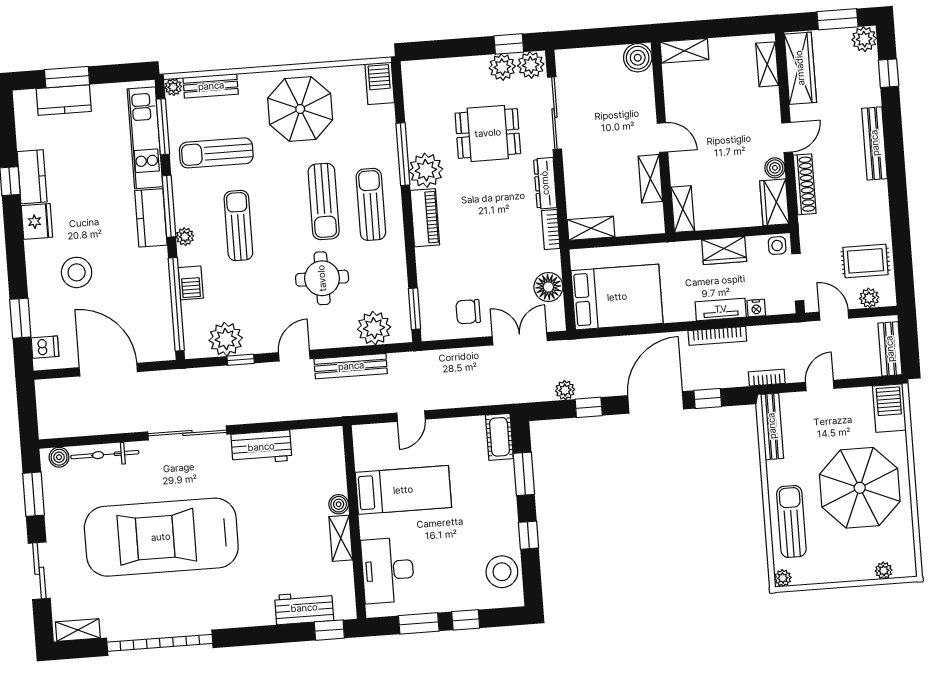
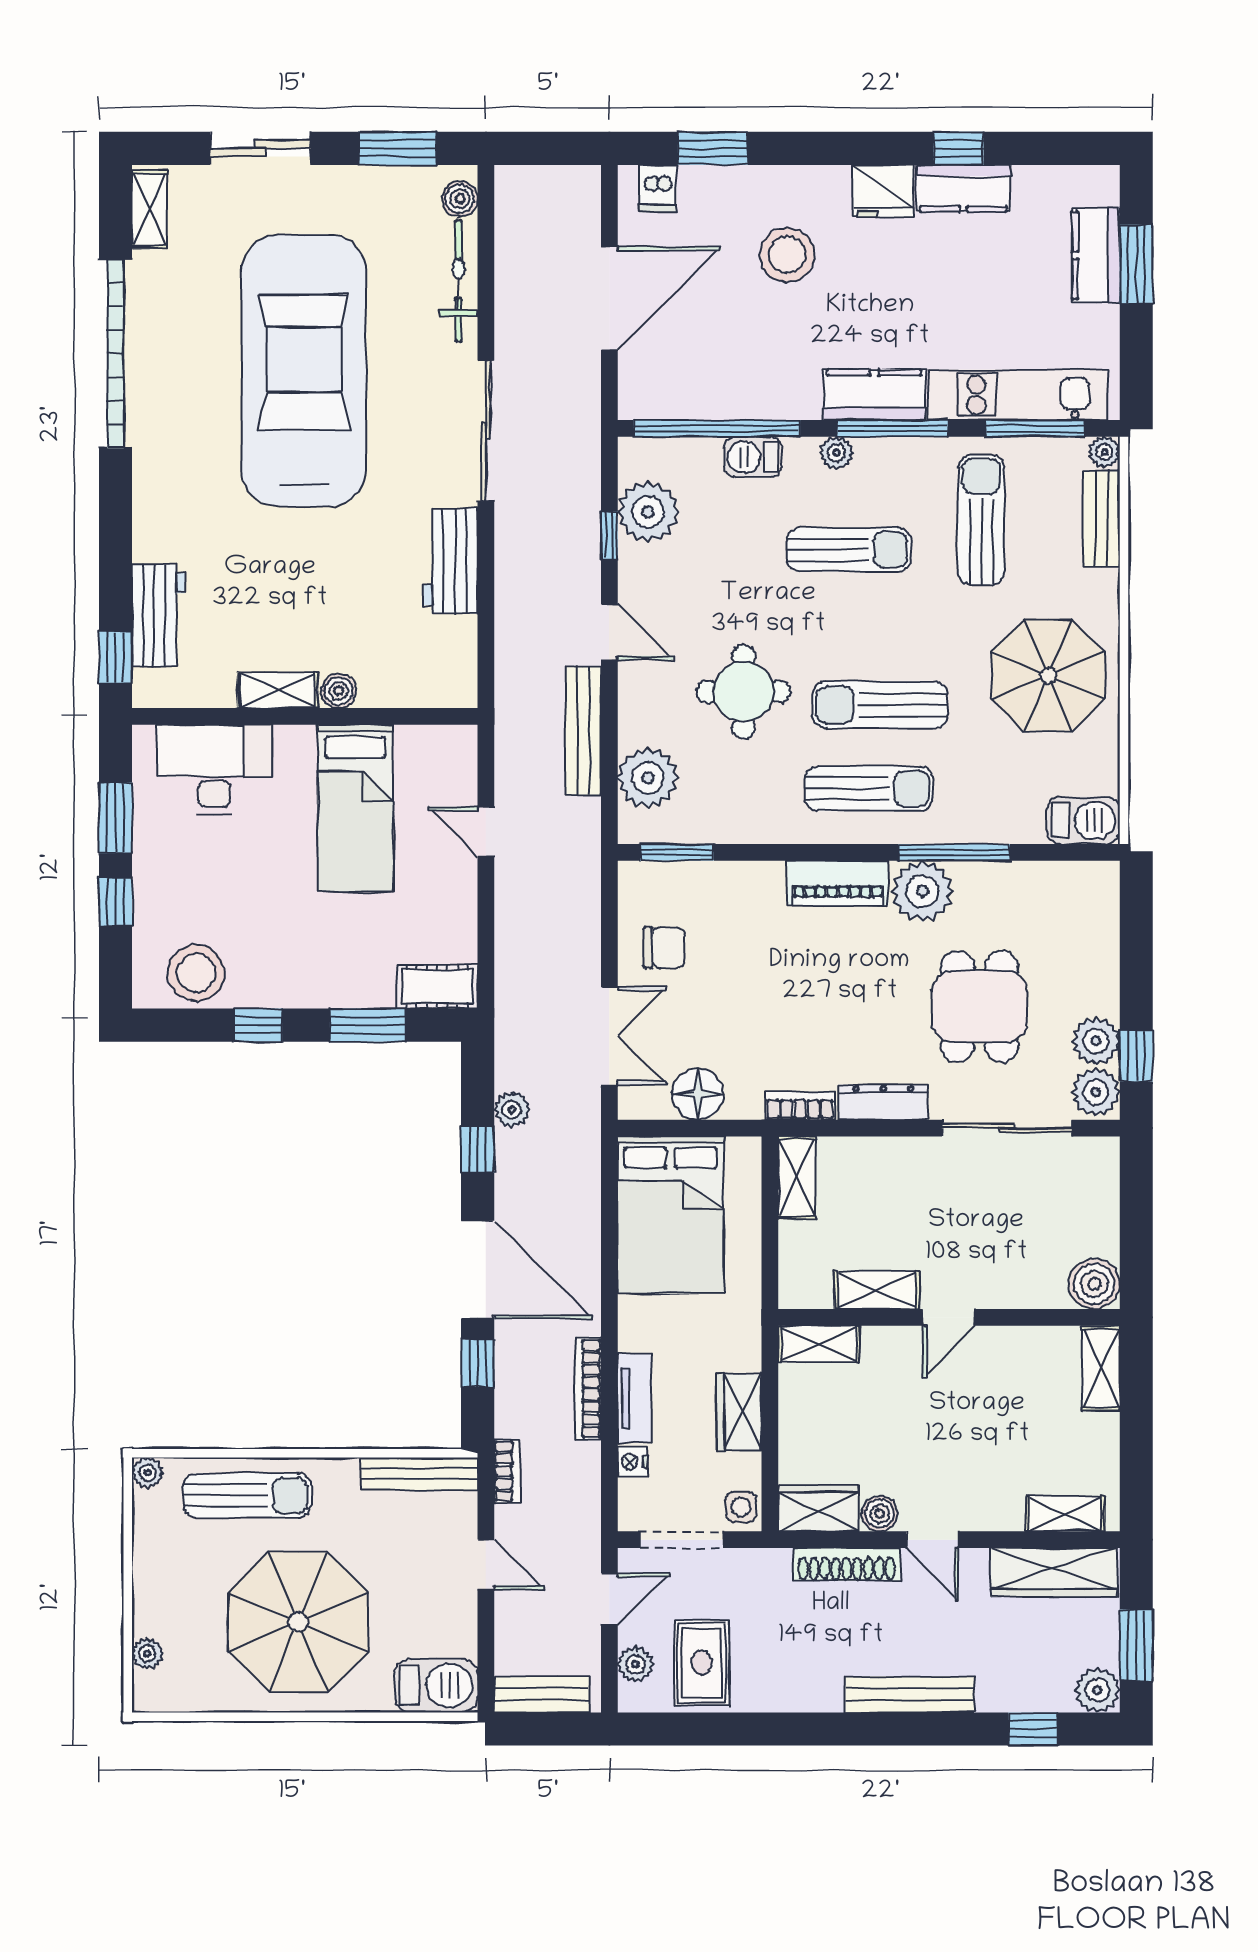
chair: (468, 312) -> (664, 948), turned 90

